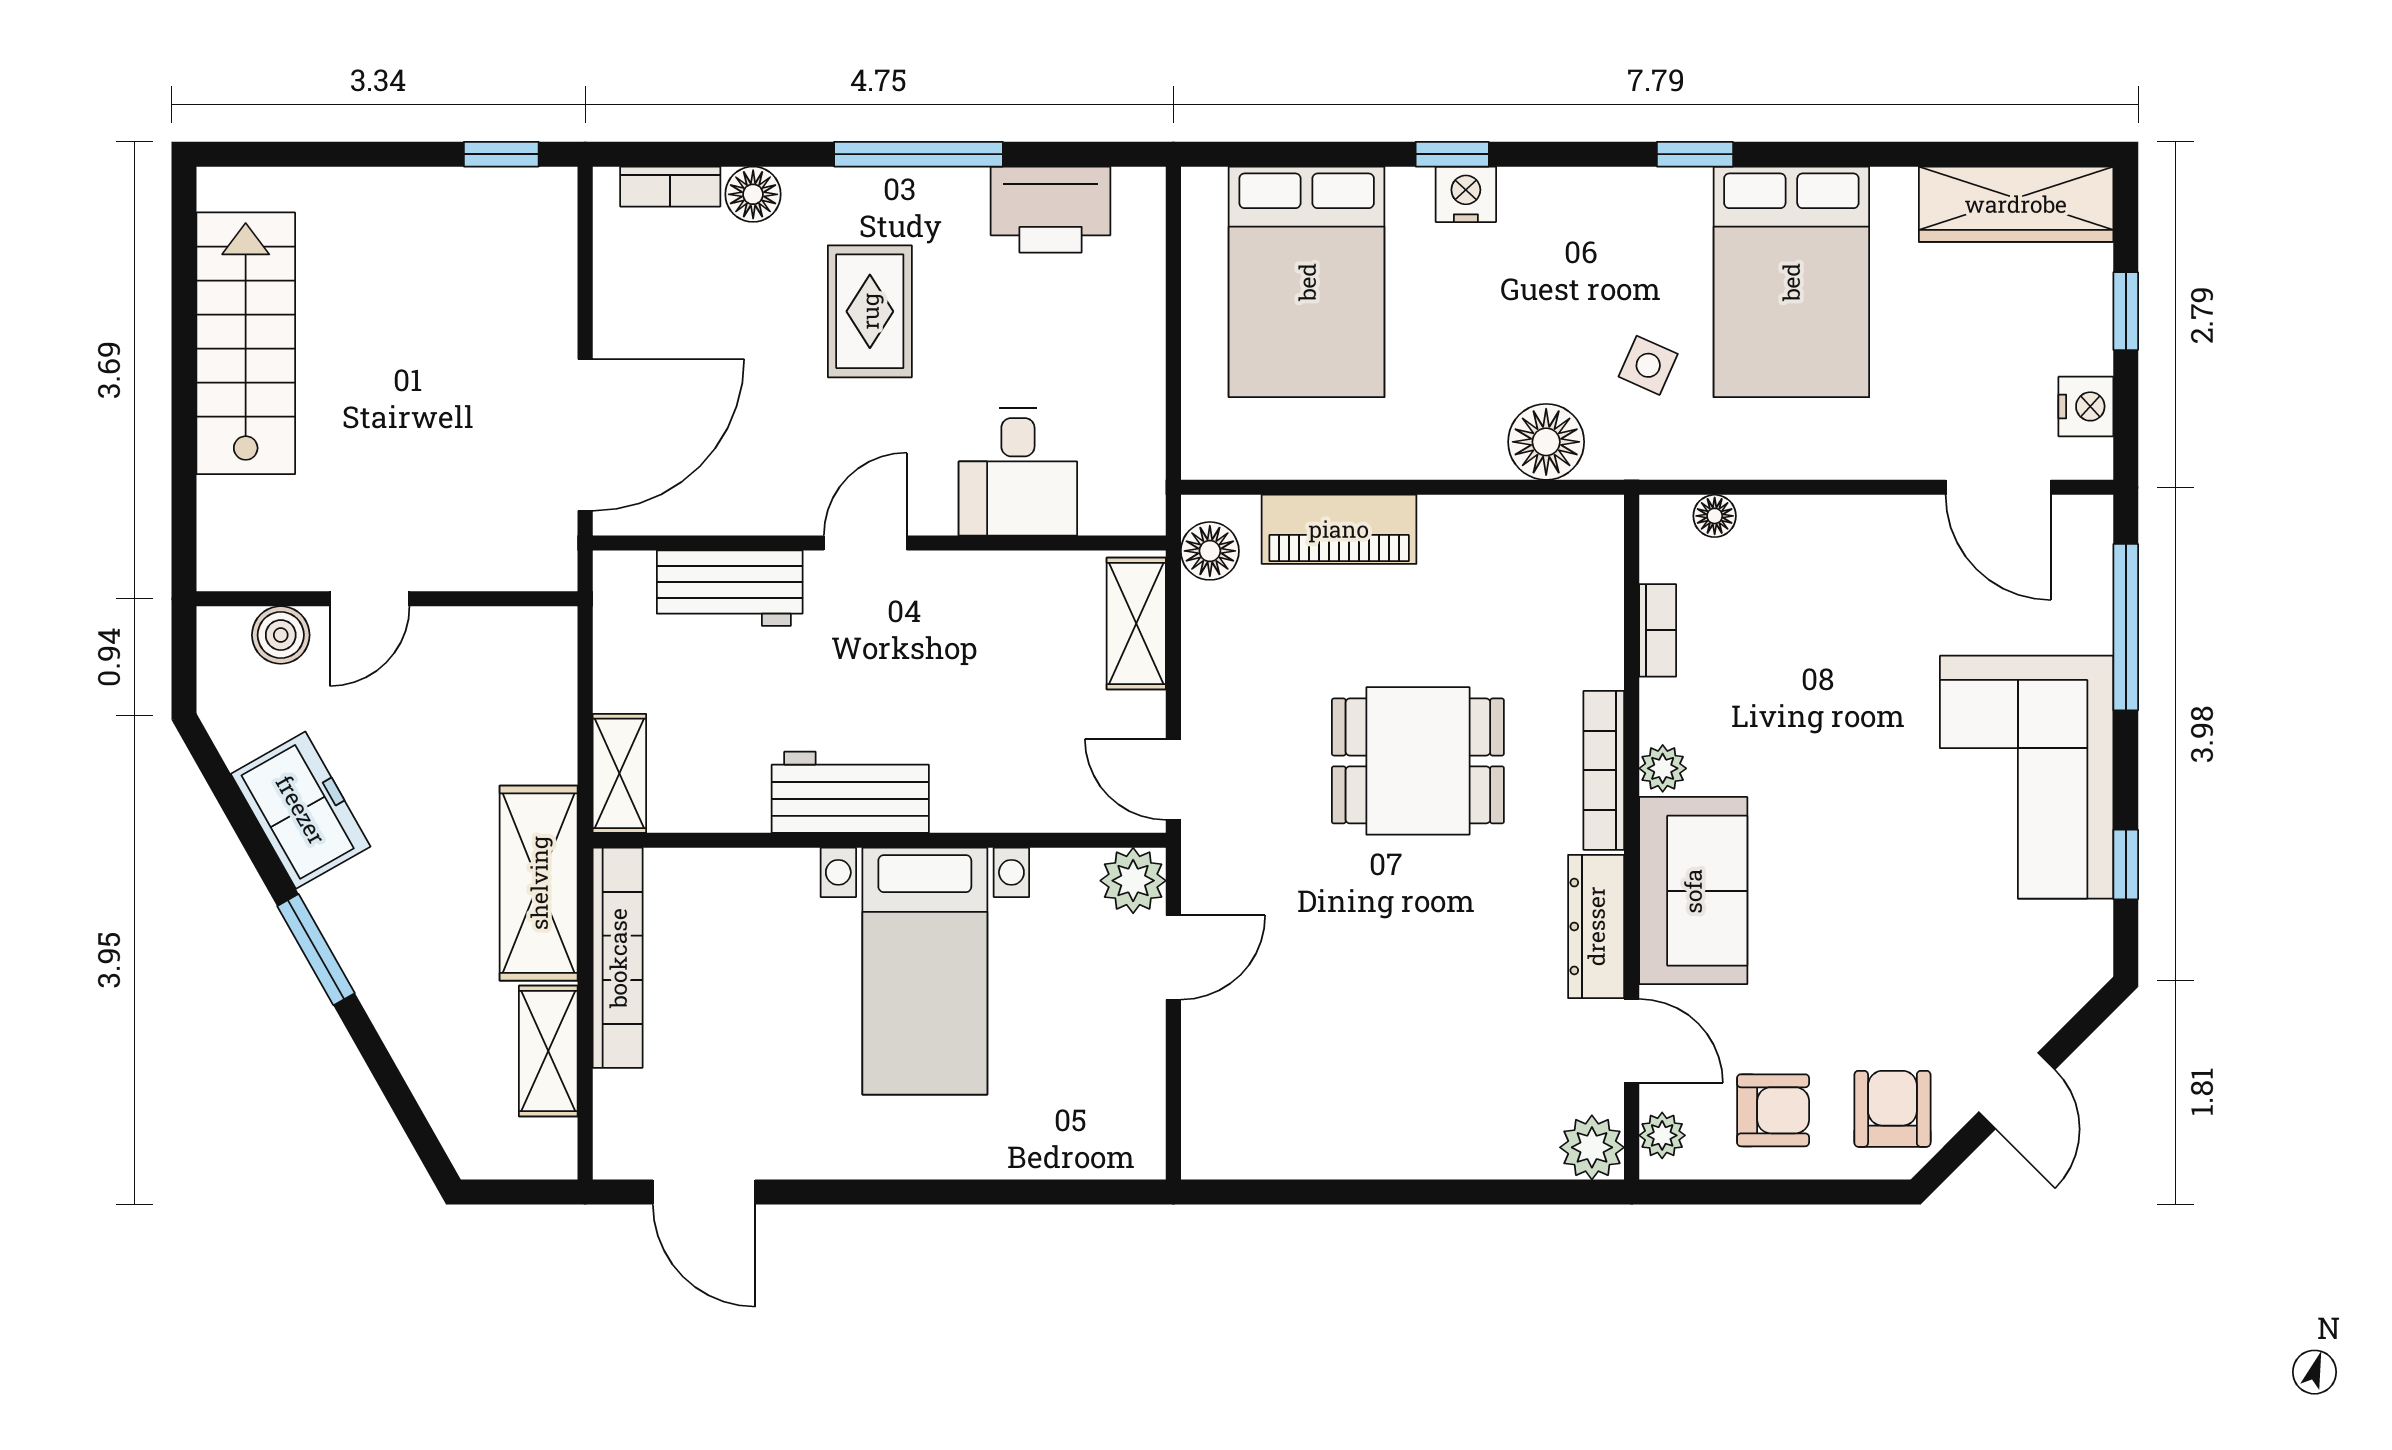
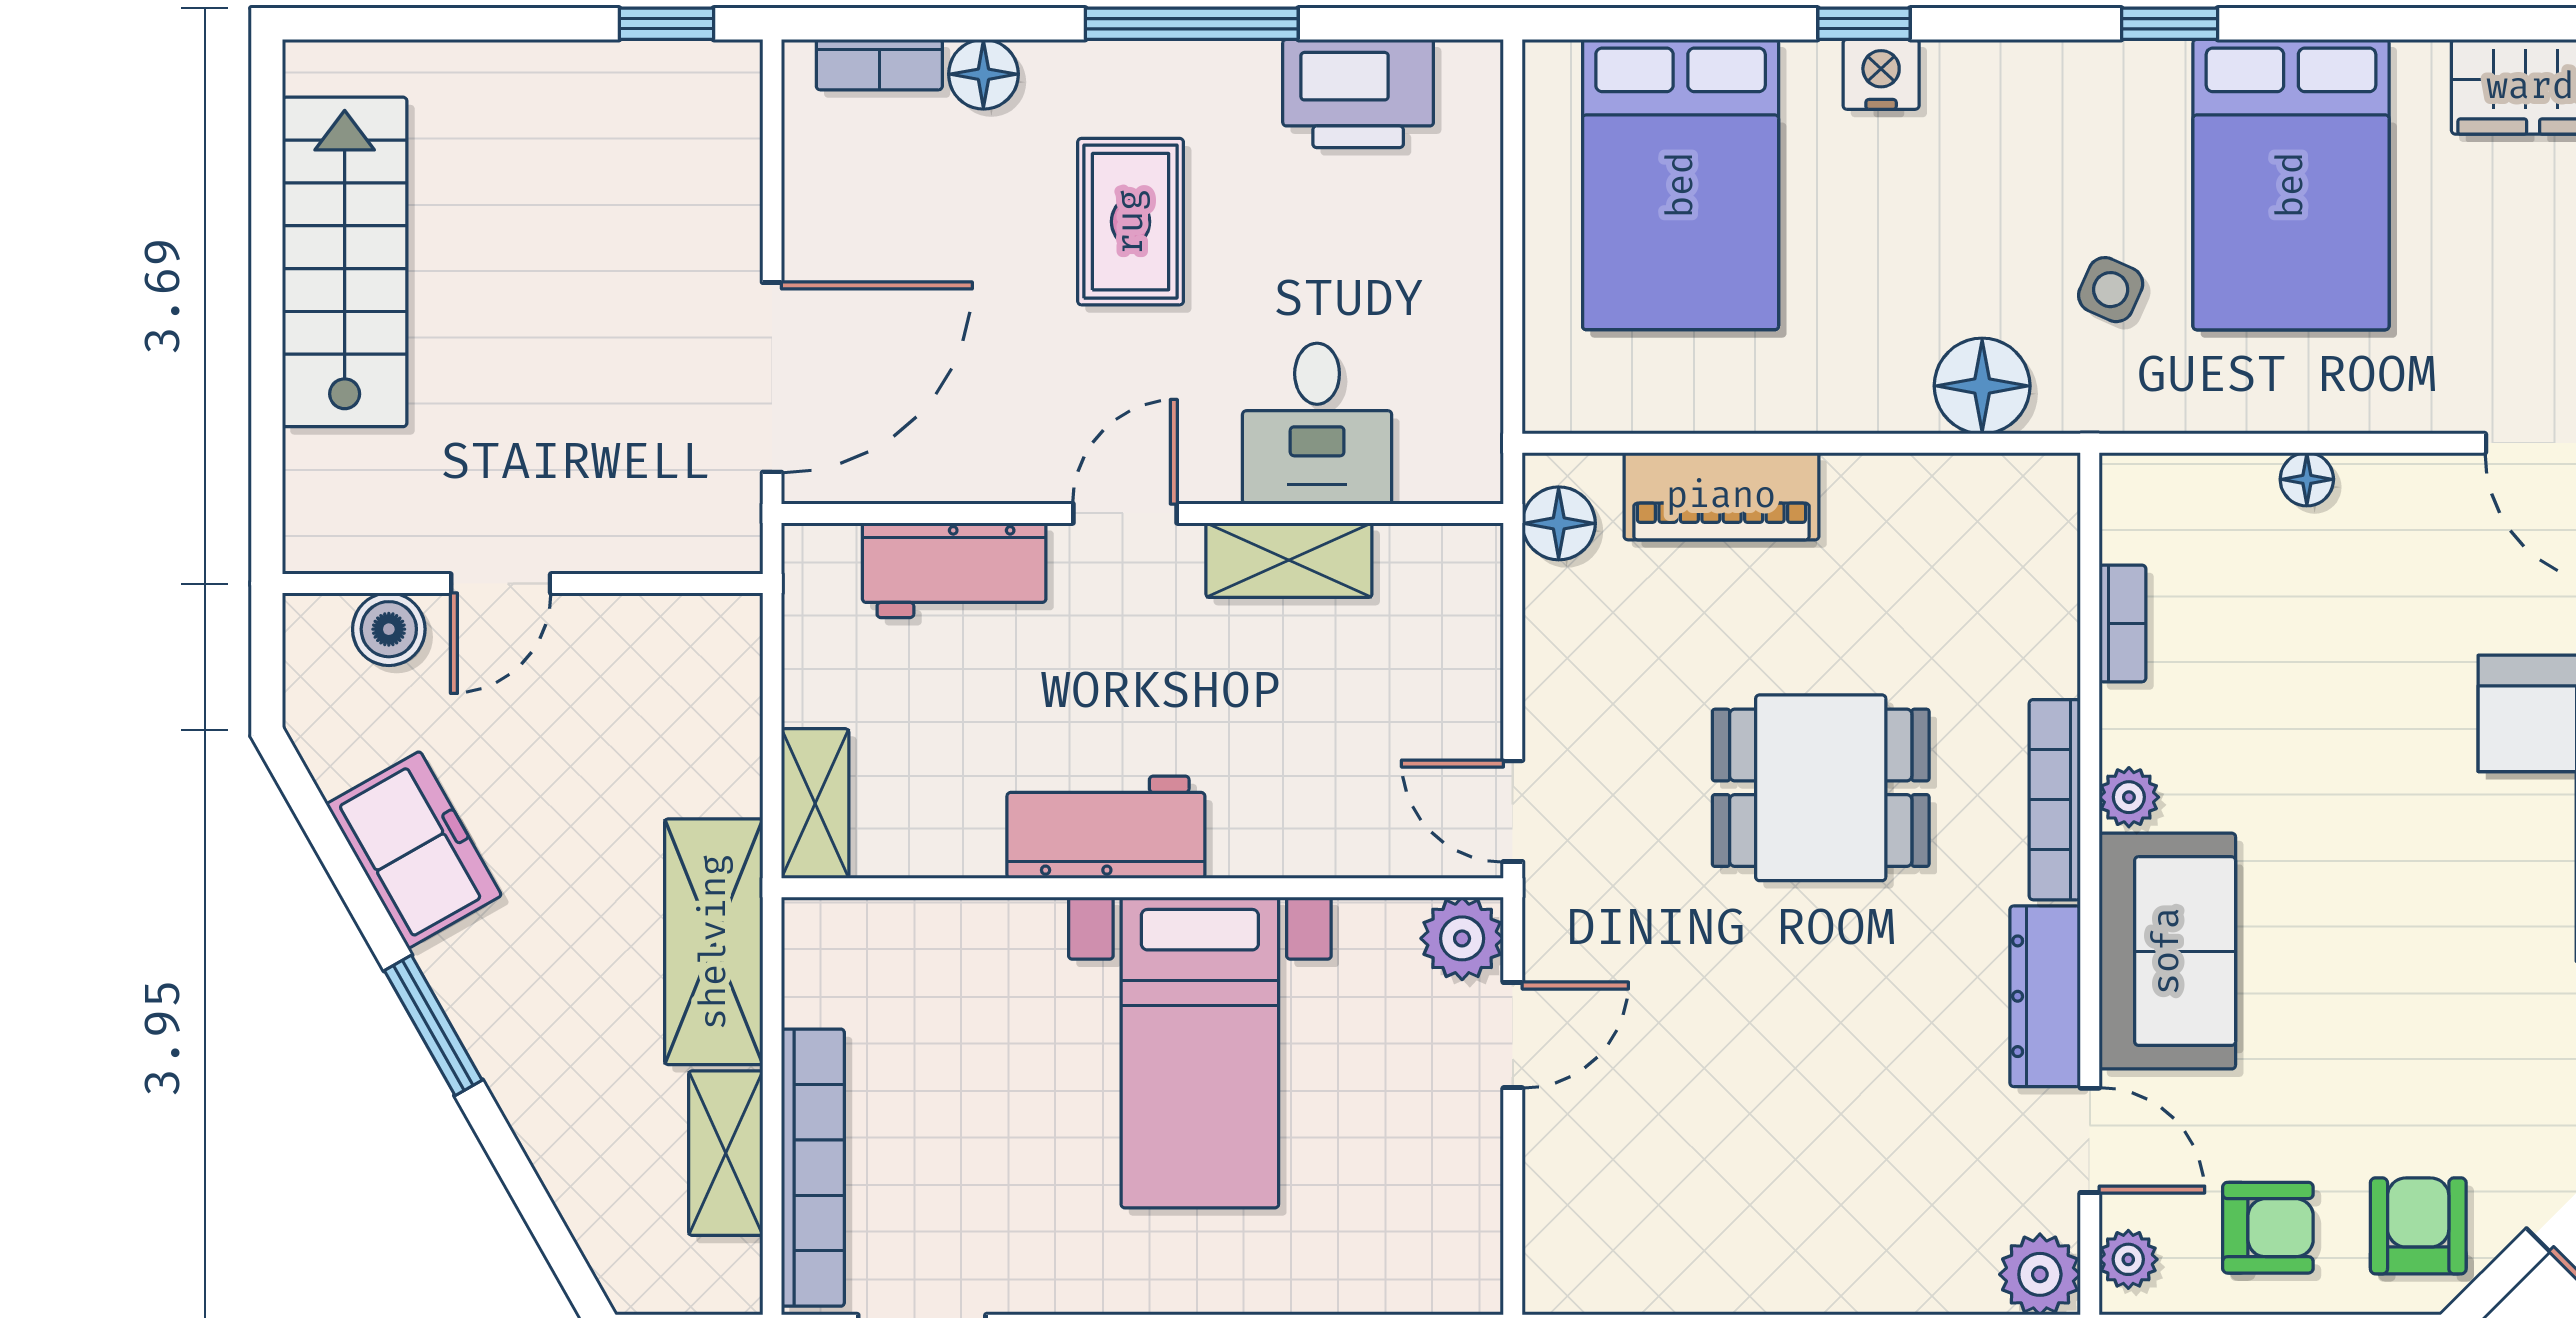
floor lamp: (1715, 516) -> (2307, 479), moved
shelving: (1136, 623) -> (1289, 560), moved, turned 90
bookcase: (618, 958) -> (813, 1168), moved

